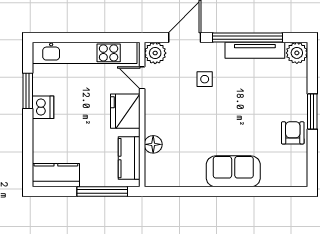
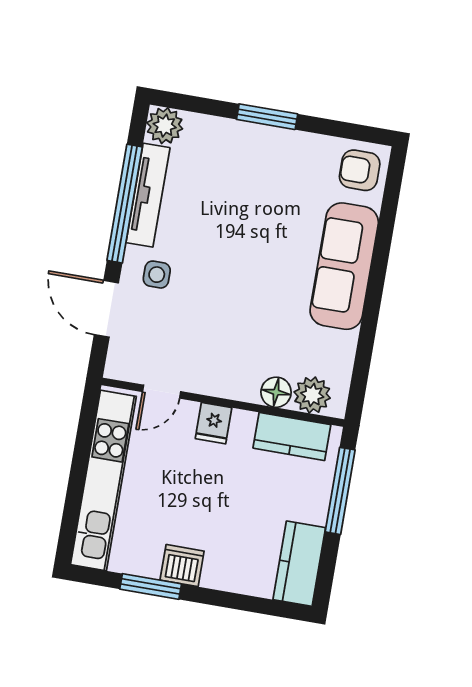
plant: (155, 53) -> (312, 395), moved
side table: (205, 79) -> (157, 275), moved
fridge: (125, 111) -> (214, 423), width x0.53, depth x0.75
armchair: (293, 133) -> (360, 170), moved
sofa: (233, 171) -> (344, 266), width x1.36

